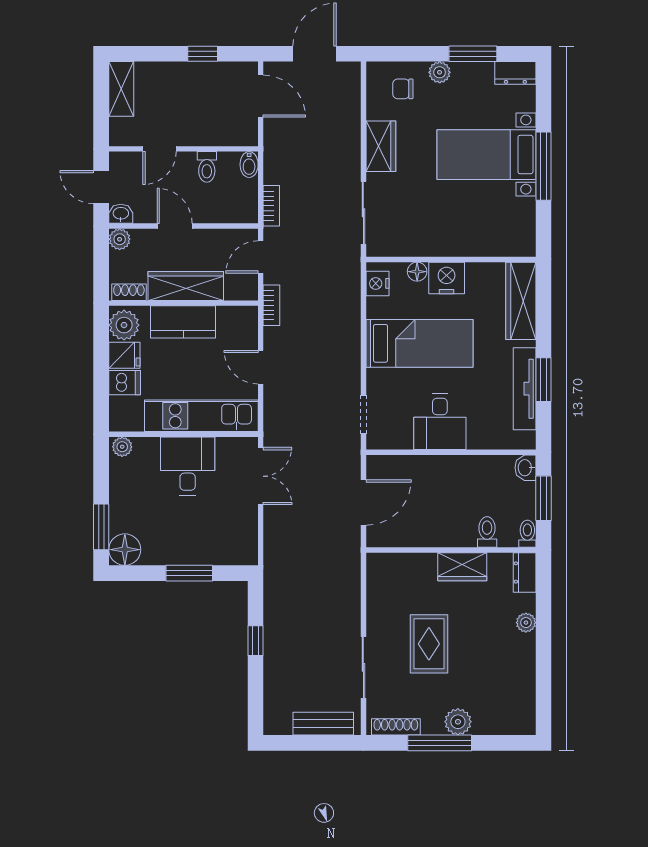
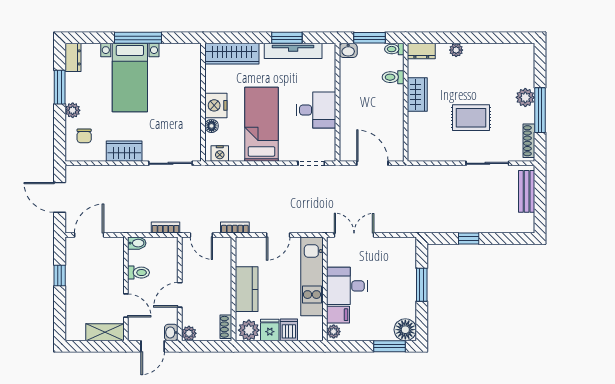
shelving: (121, 89) -> (105, 332), moved
wardrobe: (186, 286) -> (222, 287), removed
filing cabinet: (146, 453) -> (338, 315), added

